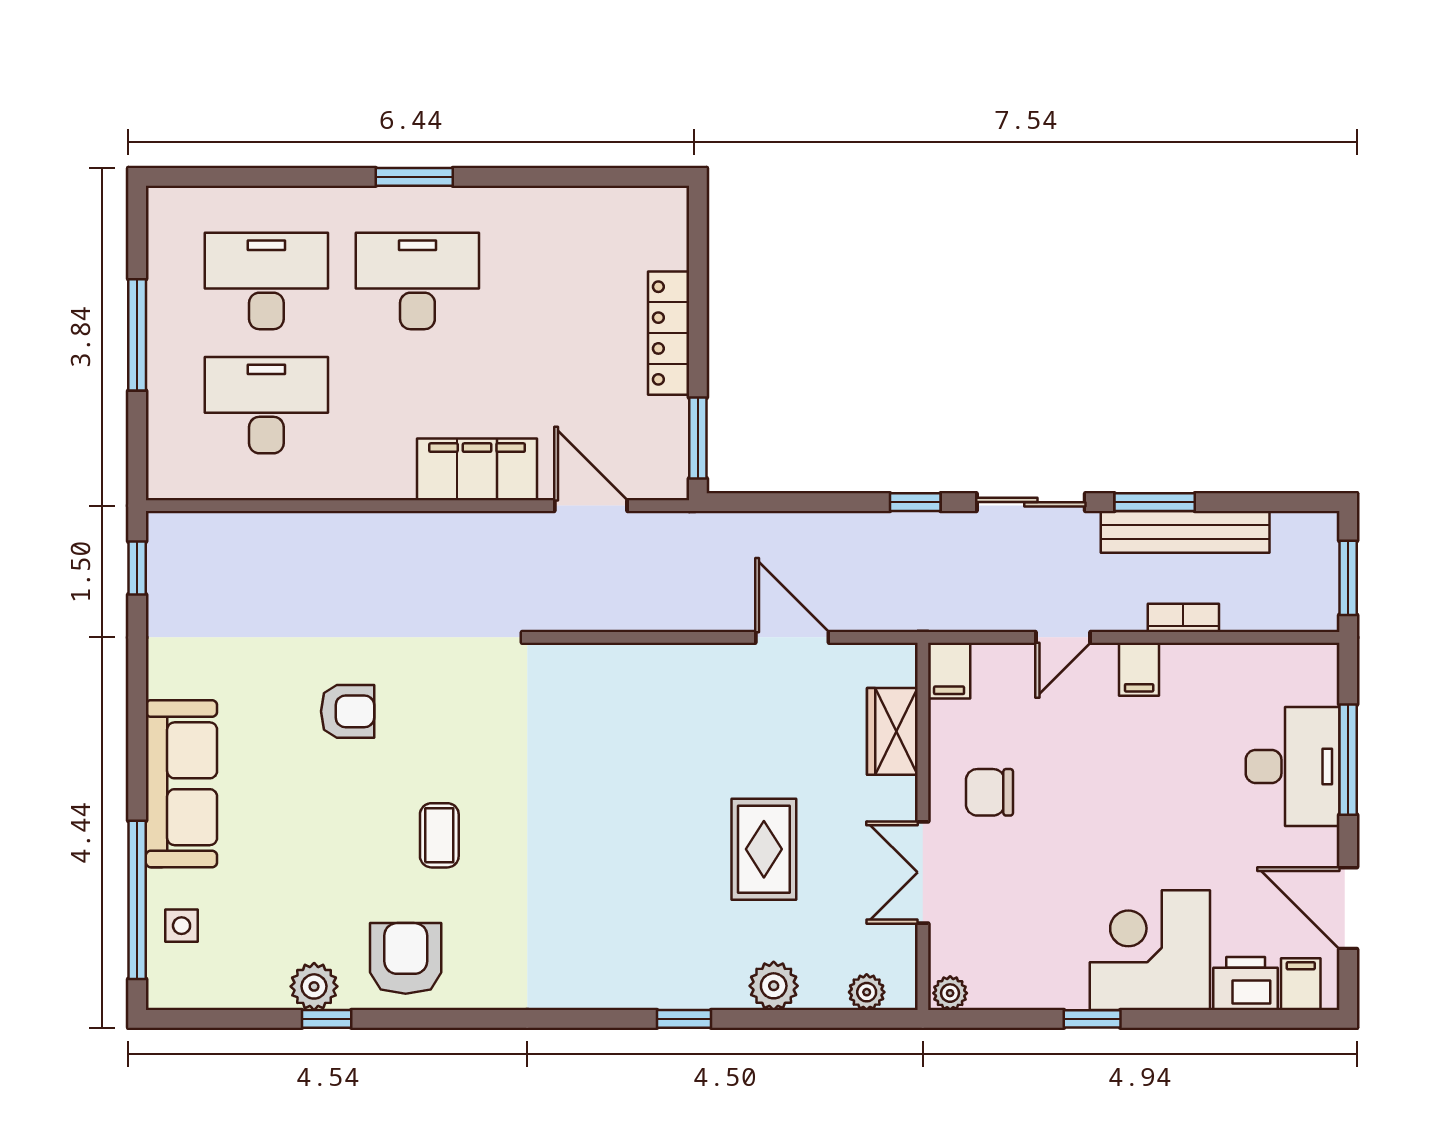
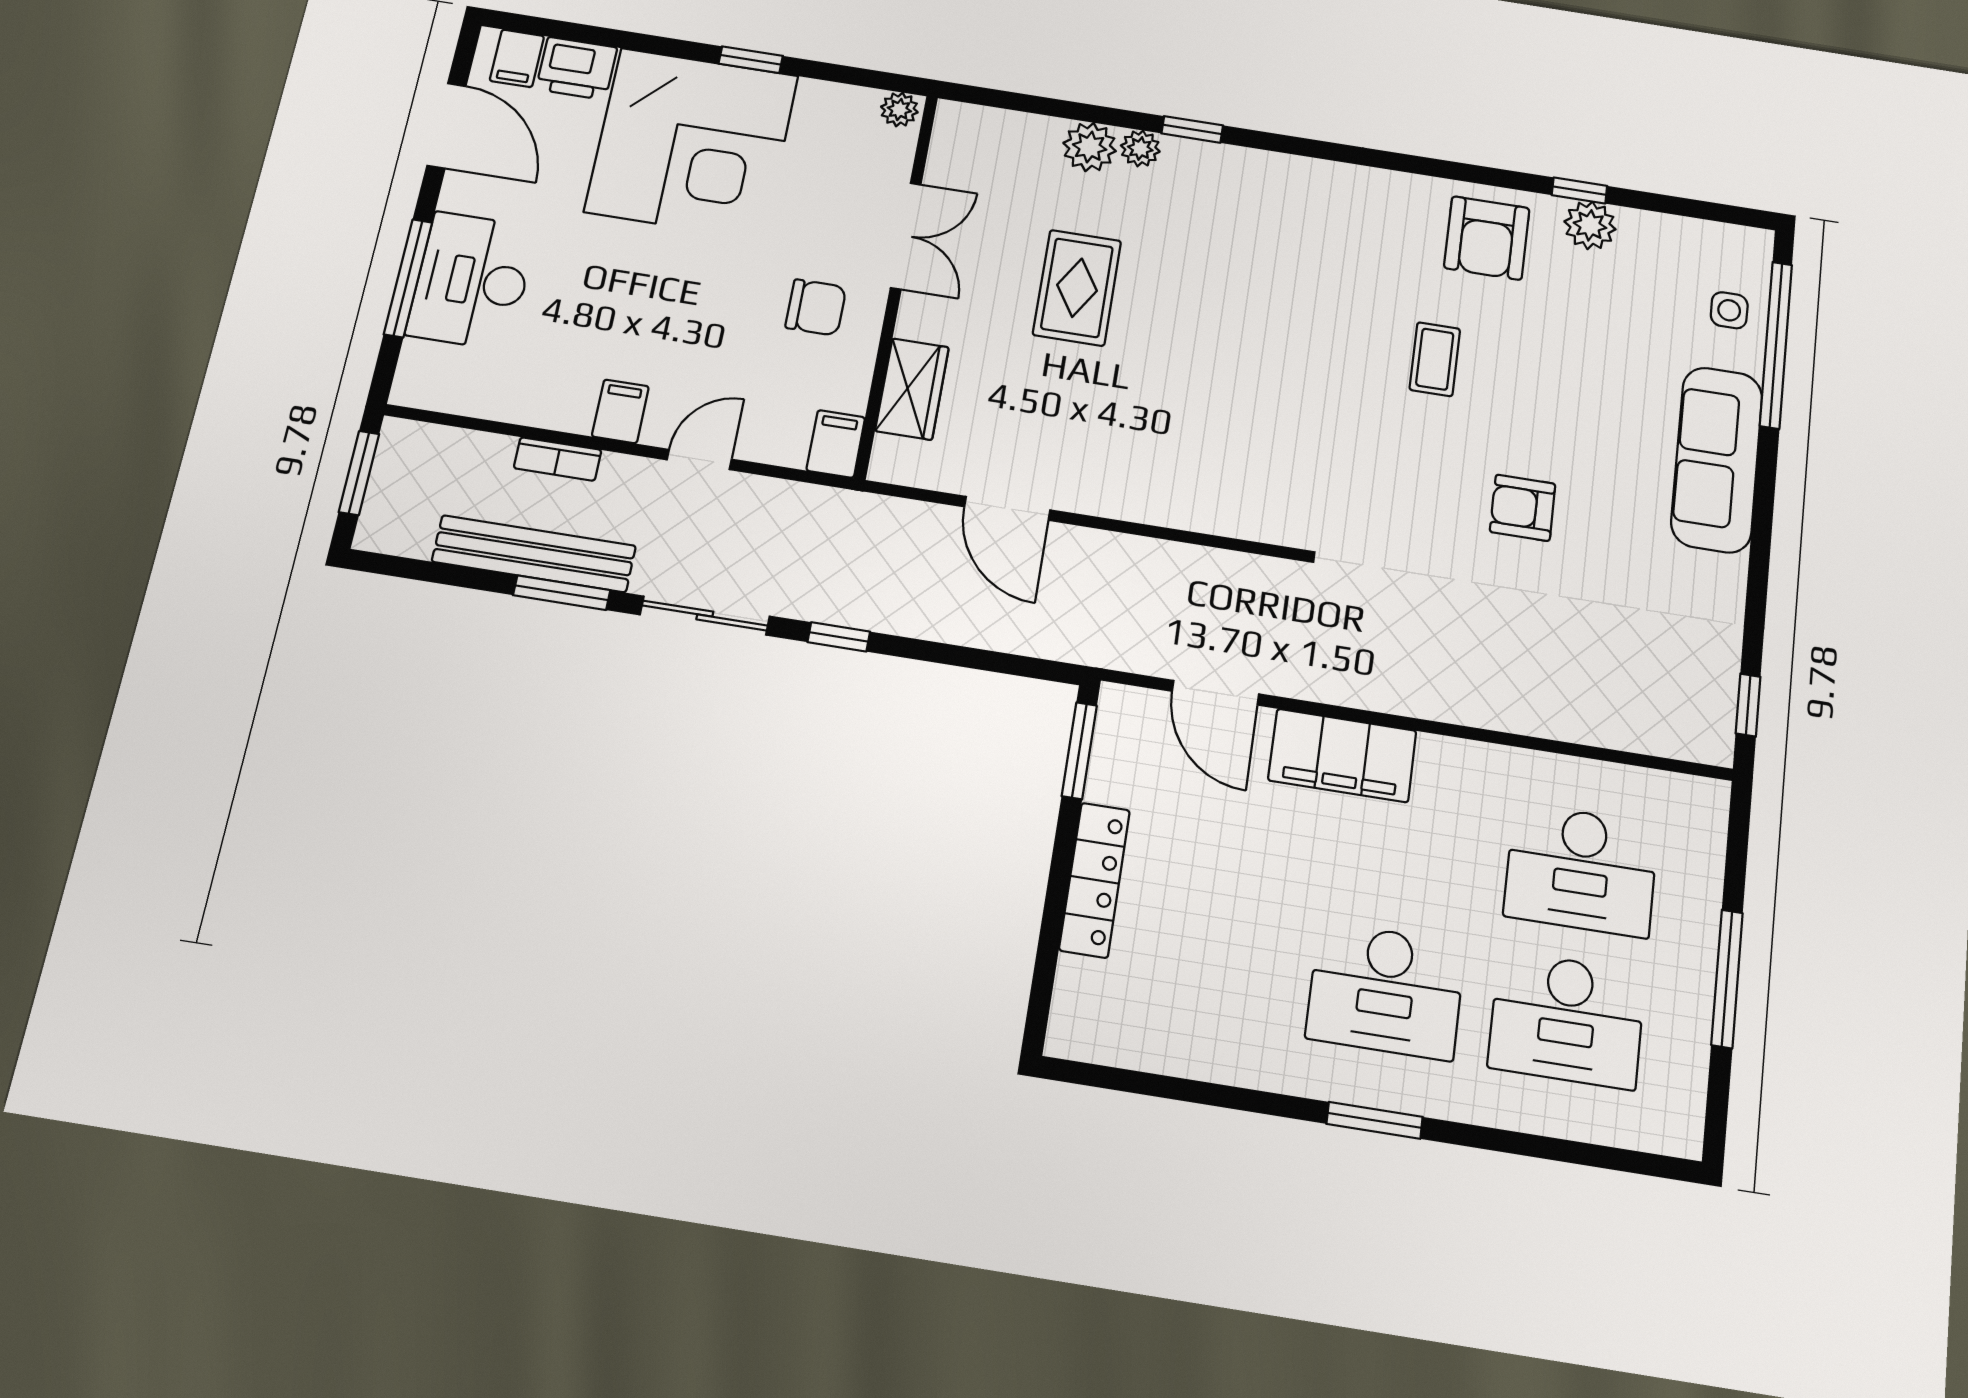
corner desk: (1150, 950) -> (692, 143), width x1.36, depth x1.36
plant: (867, 992) -> (1140, 148), moved

